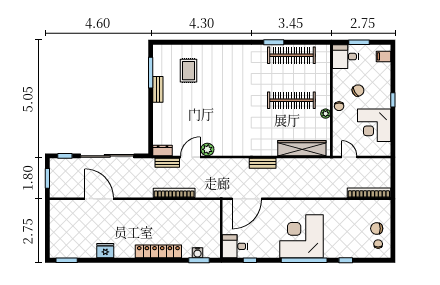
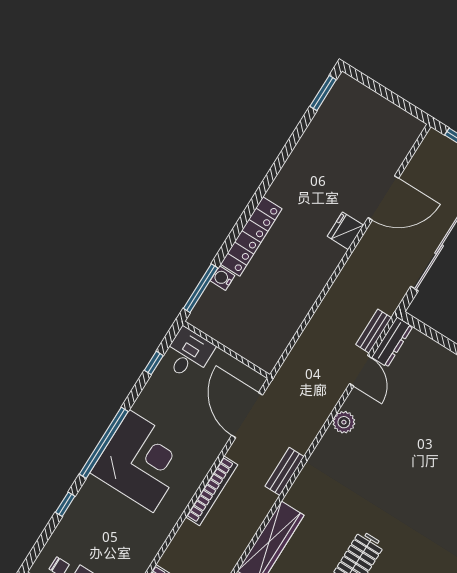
plant: (207, 149) -> (344, 422), moved
dresser: (163, 150) -> (392, 342), width x1.44
bookcase: (174, 193) -> (212, 491), moved
fridge: (105, 251) -> (346, 231), moved, turned 180
water cooler: (198, 253) -> (222, 278), moved
window: (199, 260) -> (201, 288), width x1.44

